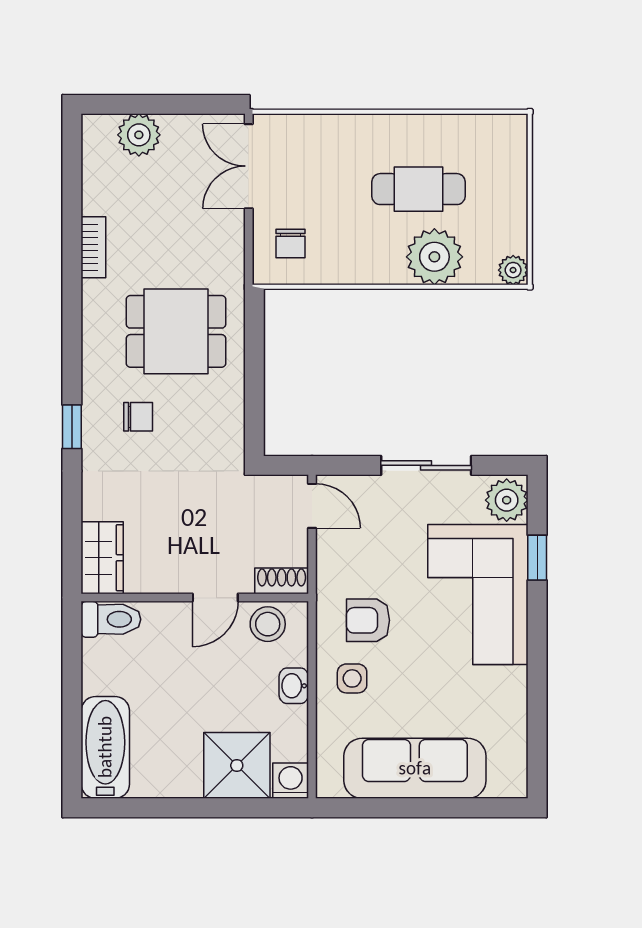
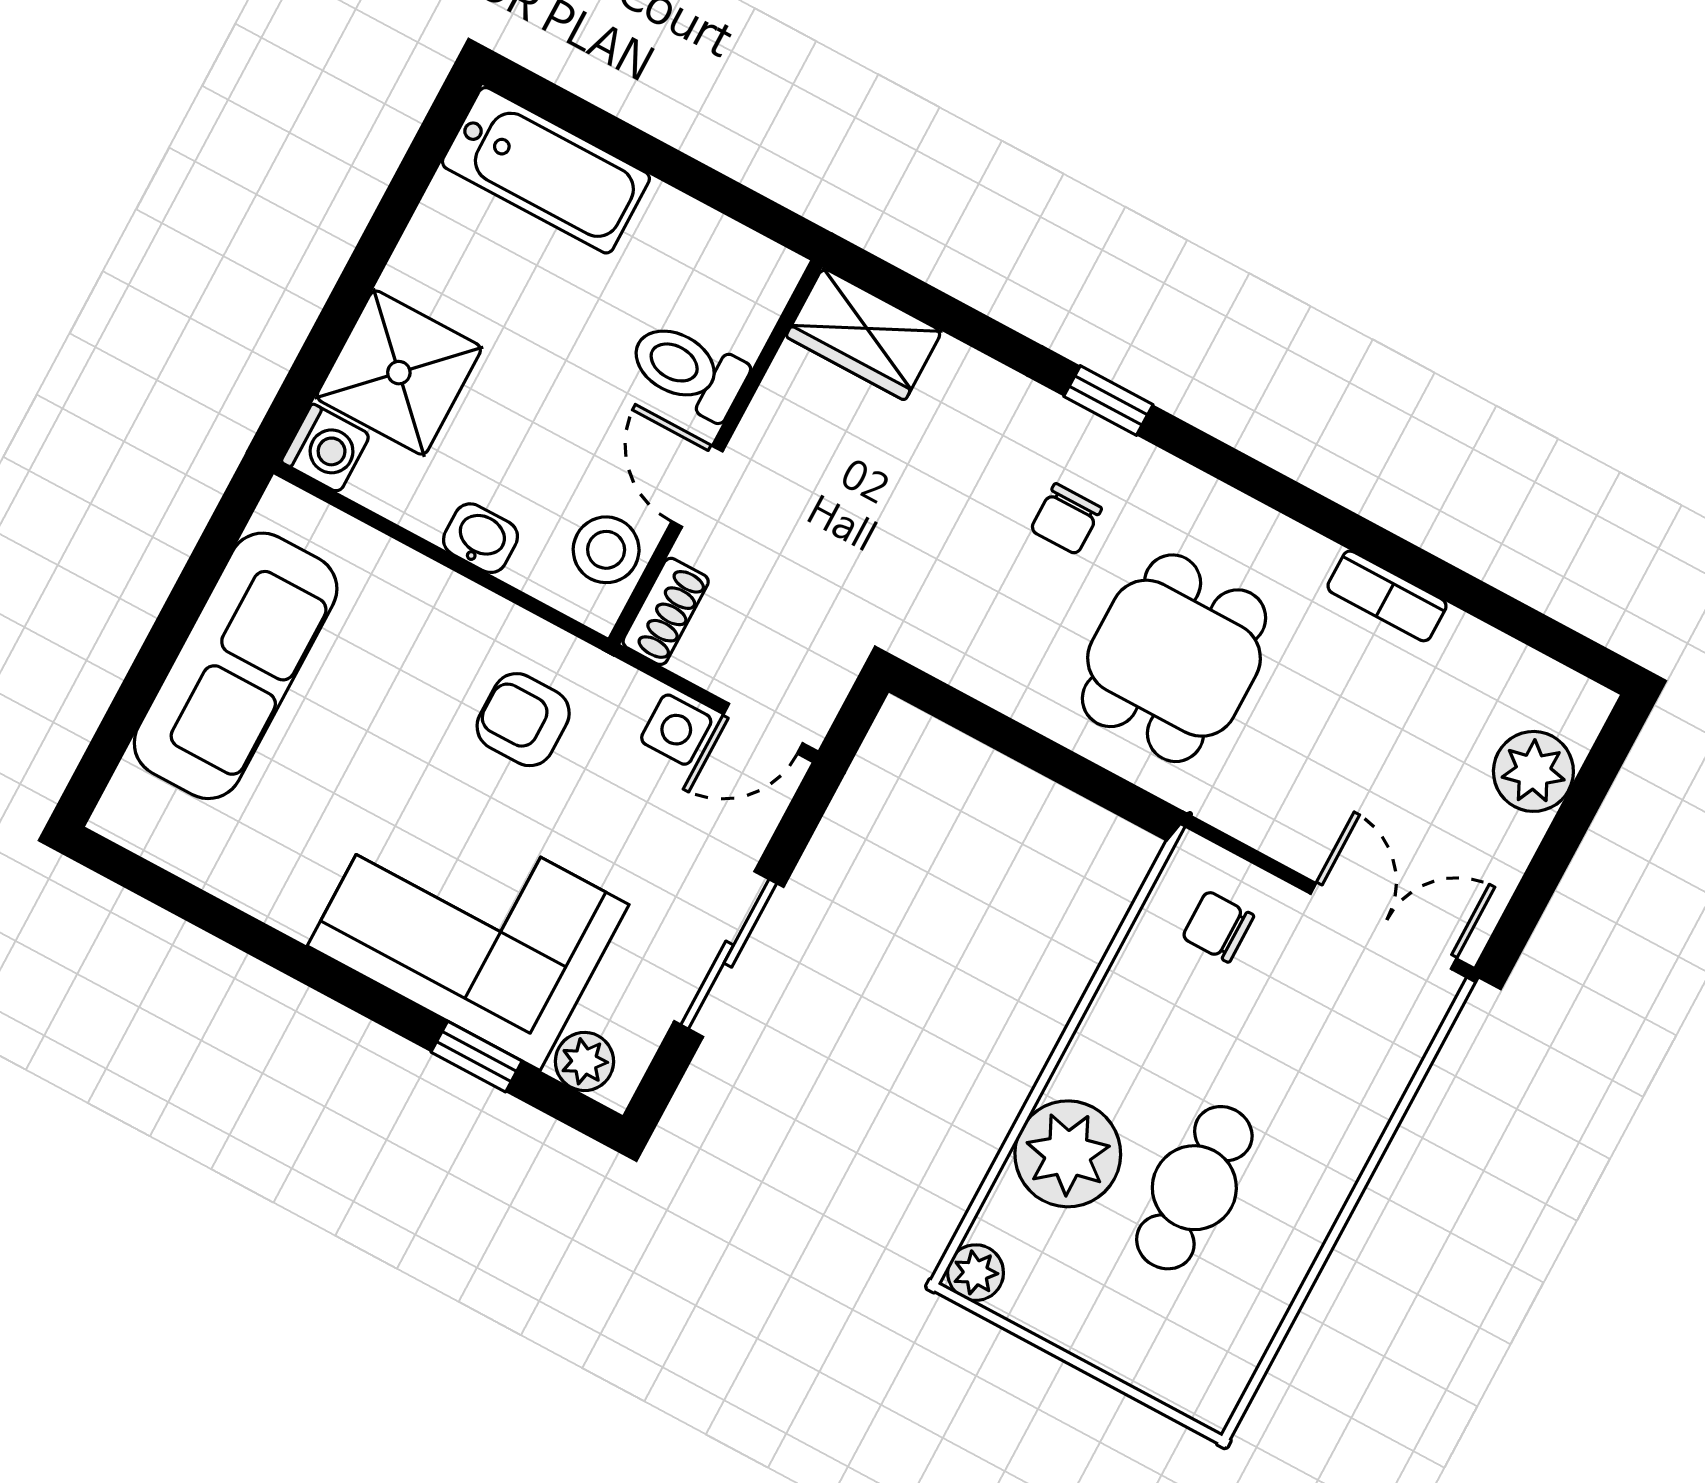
plant: (507, 500) -> (584, 1061), width x0.73, depth x0.73
toilet: (111, 619) -> (688, 370), moved, turned 90
armchair: (368, 620) -> (523, 720), turned -90
side table: (352, 678) -> (676, 730), moved

